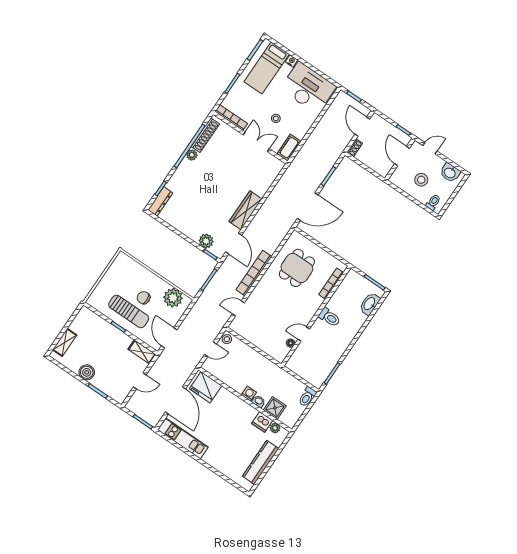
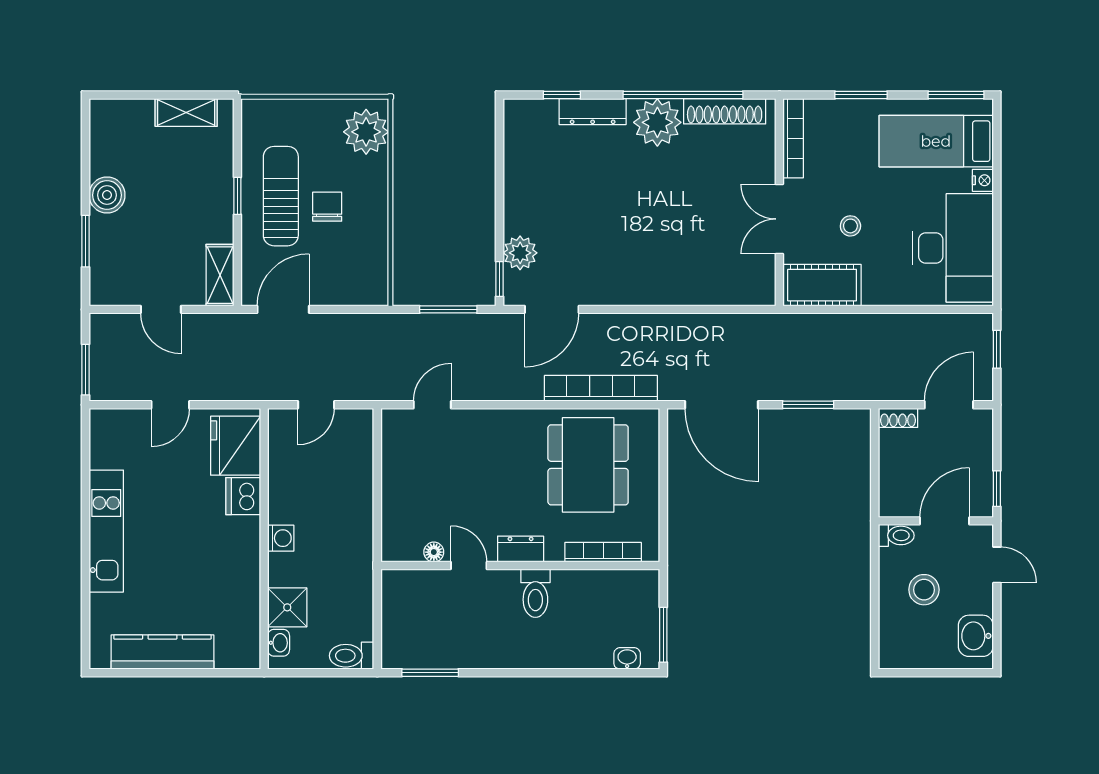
double door: (256, 142) -> (779, 219), swing flipped
cot: (289, 148) -> (822, 285), width x1.37, depth x1.34
plant: (192, 155) -> (657, 122), width x1.88, depth x1.88
dresser: (160, 201) -> (593, 112), moved
toilet: (433, 202) -> (896, 535), moved
wardrobe: (246, 210) -> (632, 289), removed
dining table: (297, 268) -> (588, 465), width x1.38
bookcase: (254, 273) -> (601, 388), moved
plant: (173, 298) -> (366, 132), moved
washbasin: (370, 304) -> (627, 658), width x0.52, depth x0.69
door: (238, 308) -> (432, 405), hinge flipped
sun lounger: (129, 311) -> (281, 196), turned 180
dresser: (310, 312) -> (521, 549), added
stool: (227, 339) -> (357, 423), removed
shelving: (65, 342) -> (186, 112), moved
door: (211, 349) -> (316, 405), hinge flipped
door: (176, 400) -> (170, 405), width x0.53
washbasin: (259, 401) -> (279, 643), moved
dishwasher: (262, 422) -> (243, 496), moved
plant: (275, 428) -> (249, 634), removed
kitchen unit: (183, 438) -> (106, 531), moved

